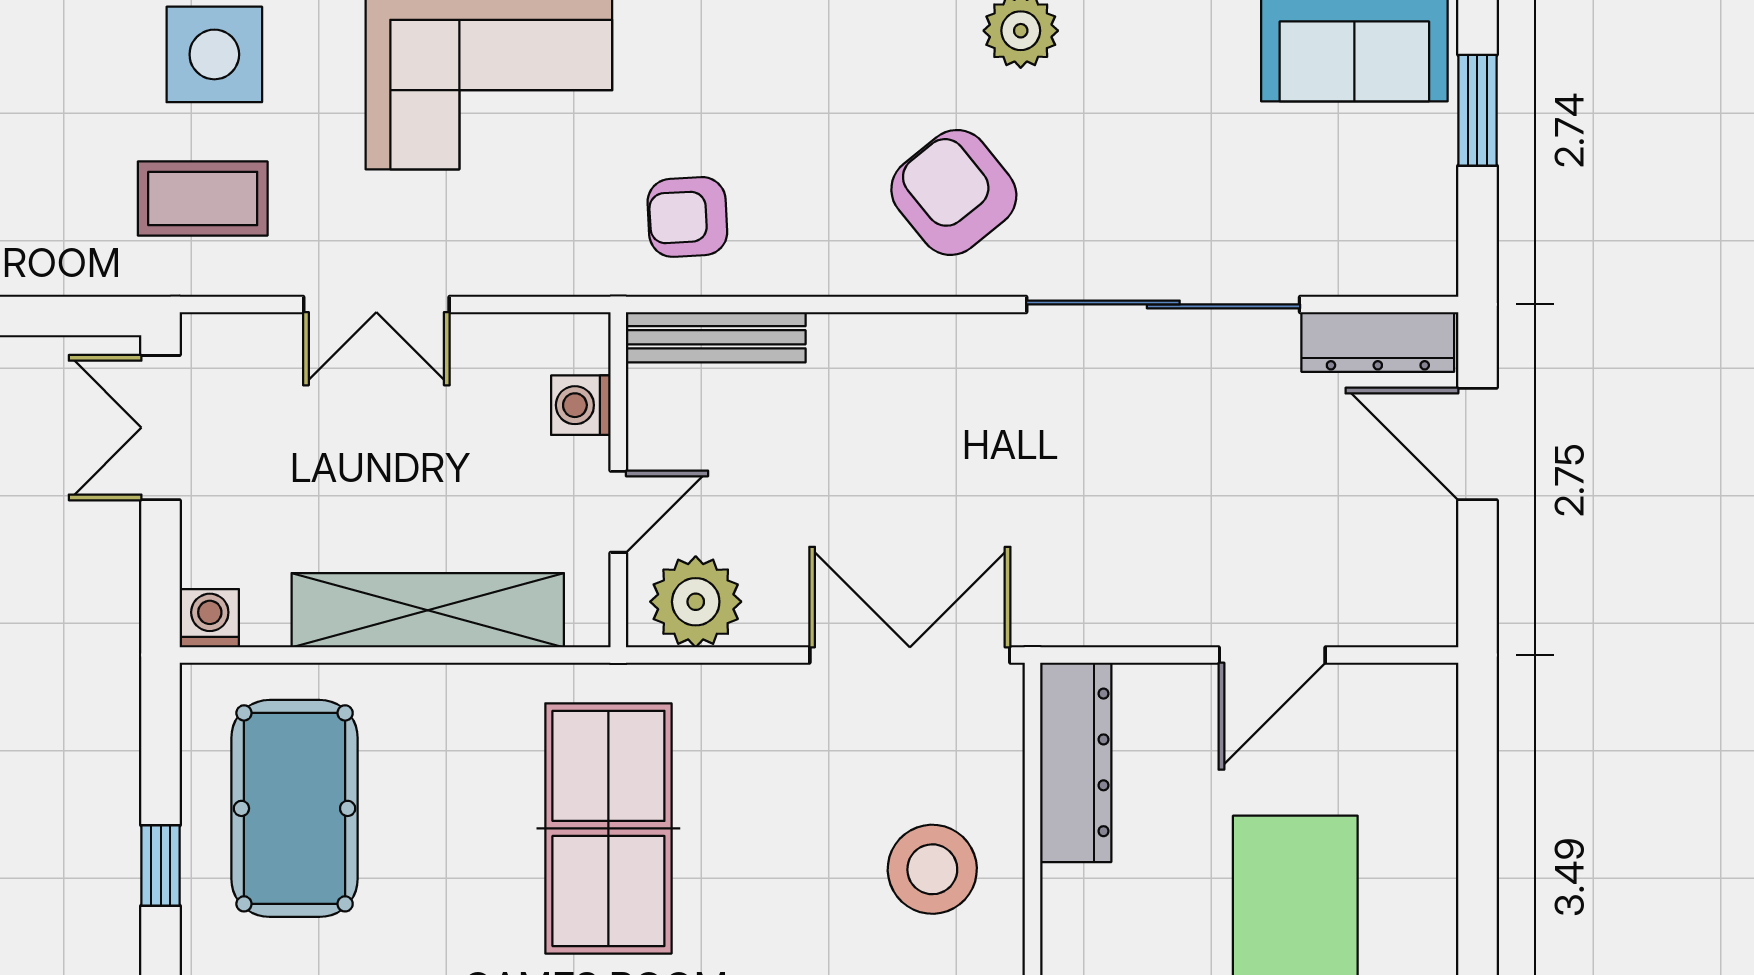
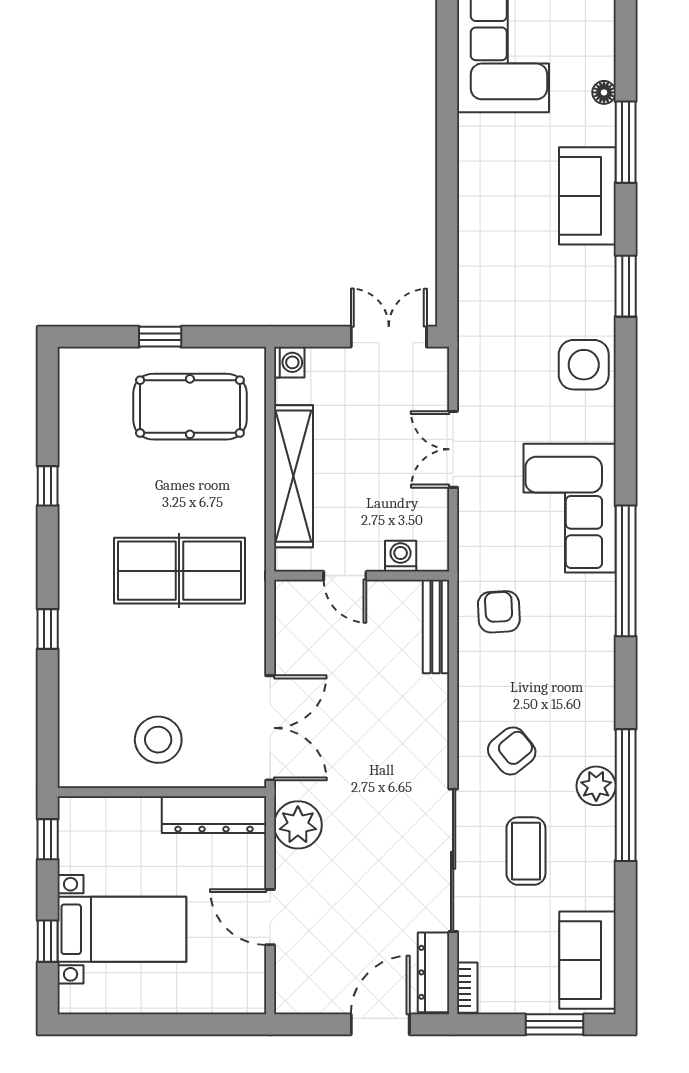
armchair: (954, 192) -> (512, 751), width x0.72, depth x0.72
coffee table: (203, 198) -> (526, 851), moved
bookcase: (1407, 277) -> (467, 988), added
plant: (696, 602) -> (298, 825), moved

